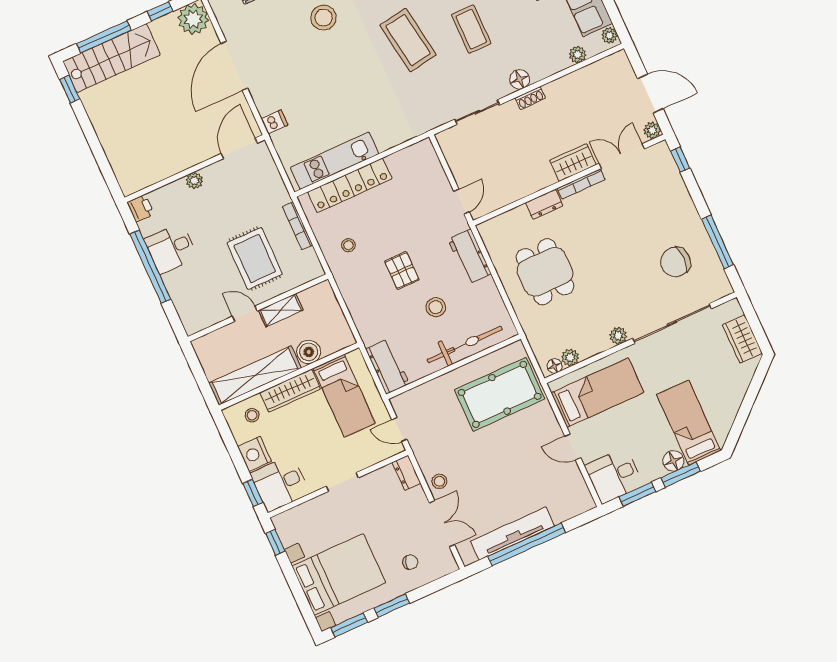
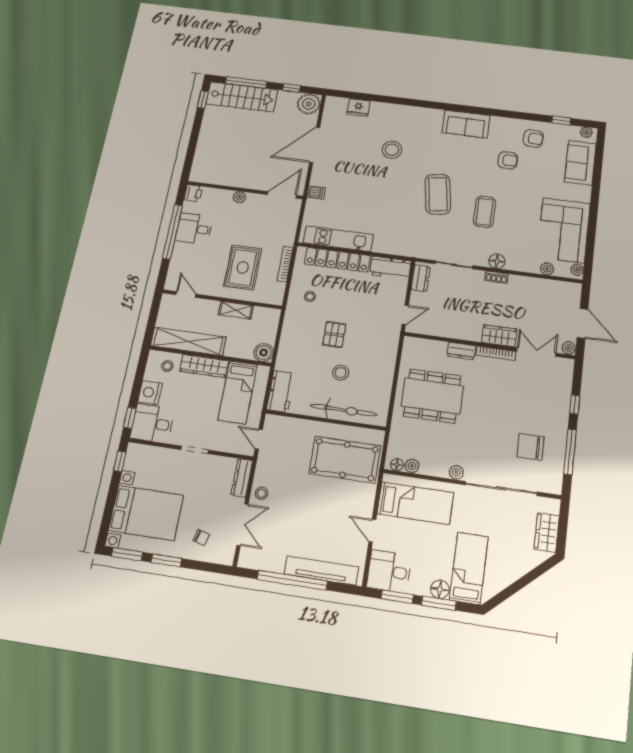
dresser: (451, 150) -> (421, 278), added
window: (680, 160) -> (575, 404), moved
workbench: (470, 257) -> (390, 268), moved, turned -90
dining table: (545, 272) -> (432, 396), width x1.38
door: (245, 314) -> (186, 294), moved
boiler: (309, 352) -> (264, 353), moved
dresser: (407, 473) -> (242, 478), width x1.44
tv unit: (513, 534) -> (321, 571), moved

